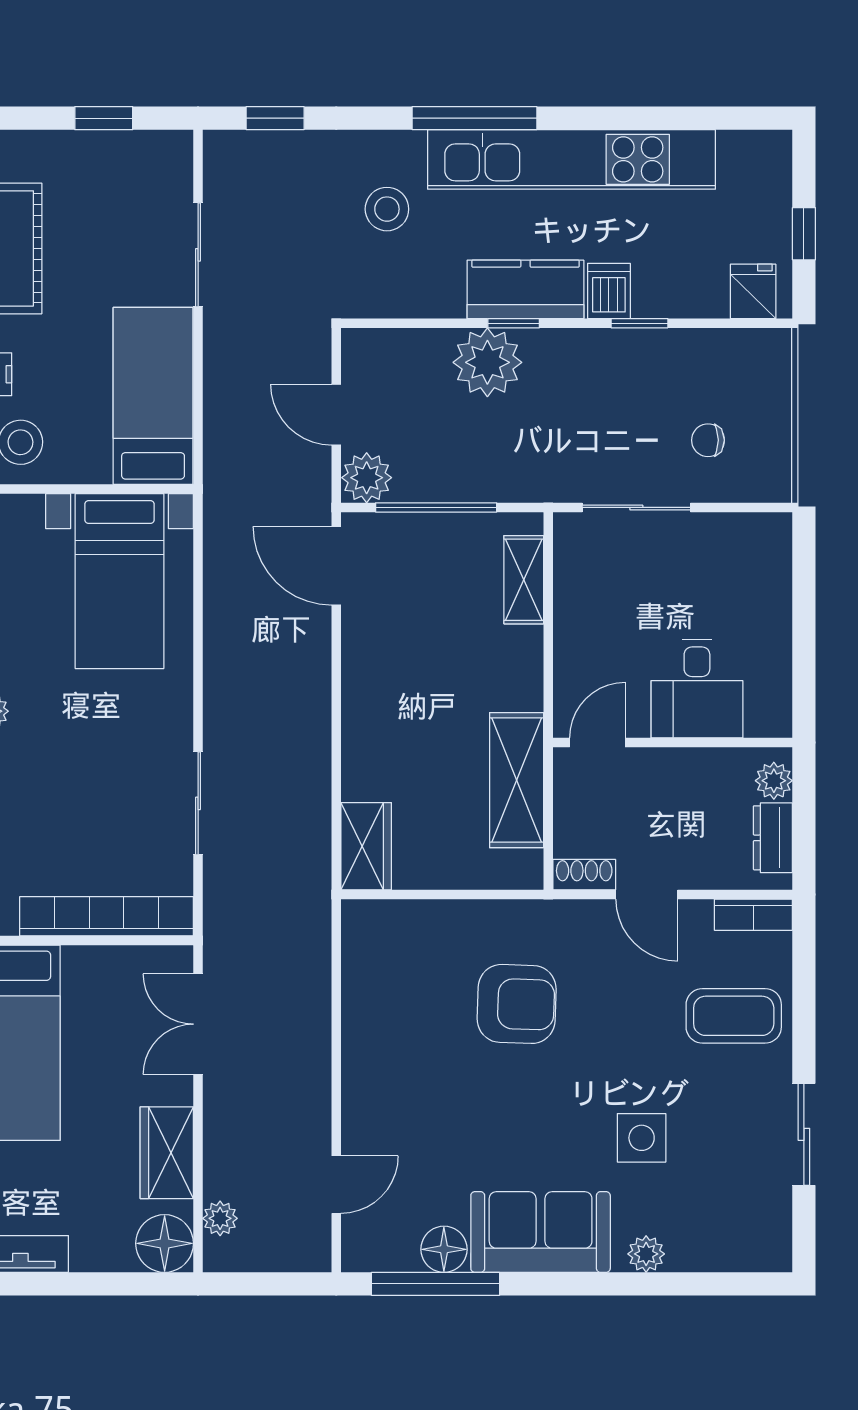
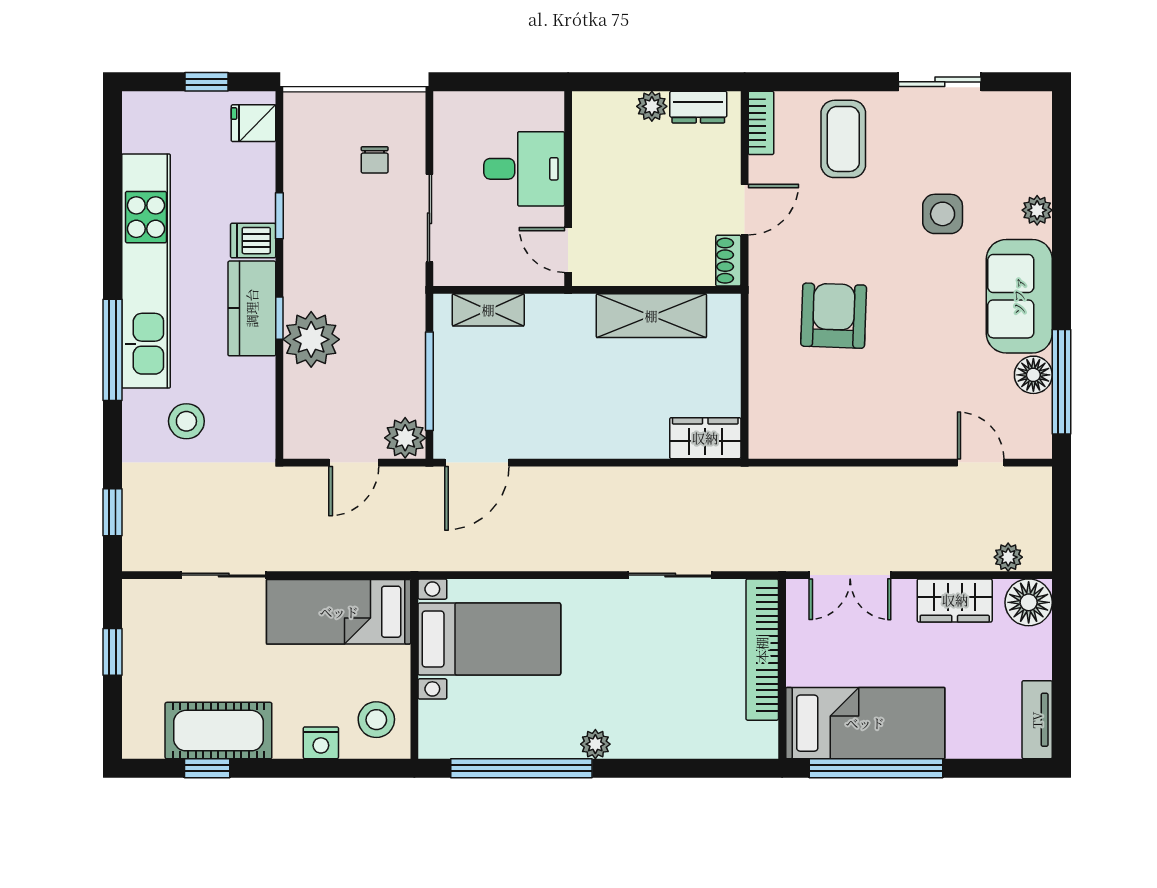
desk: (697, 688) -> (524, 169), moved
door: (597, 742) -> (568, 250), moved
wall: (673, 742) -> (568, 189), moved

